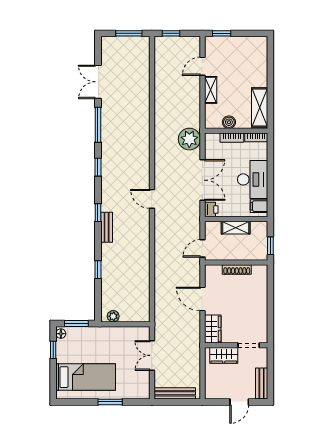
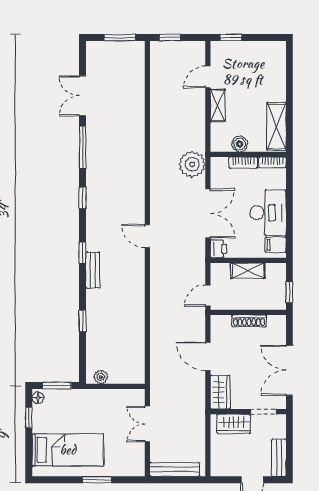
double door: (270, 311) -> (289, 370), added

